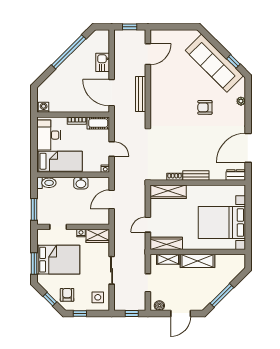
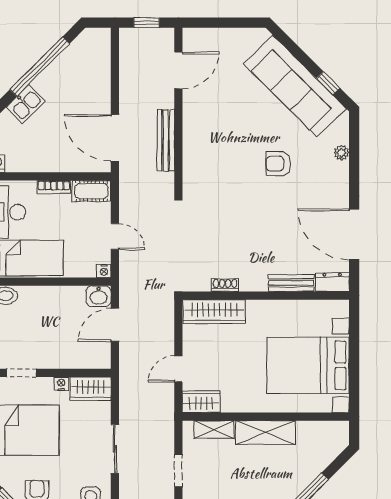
kitchen sink: (103, 62) -> (26, 104), moved, turned -135
door: (248, 148) -> (354, 234), hinge flipped
bench: (196, 175) -> (291, 283), moved
washbasin: (81, 183) -> (99, 296), moved
wardrobe: (166, 243) -> (201, 402), width x0.67

